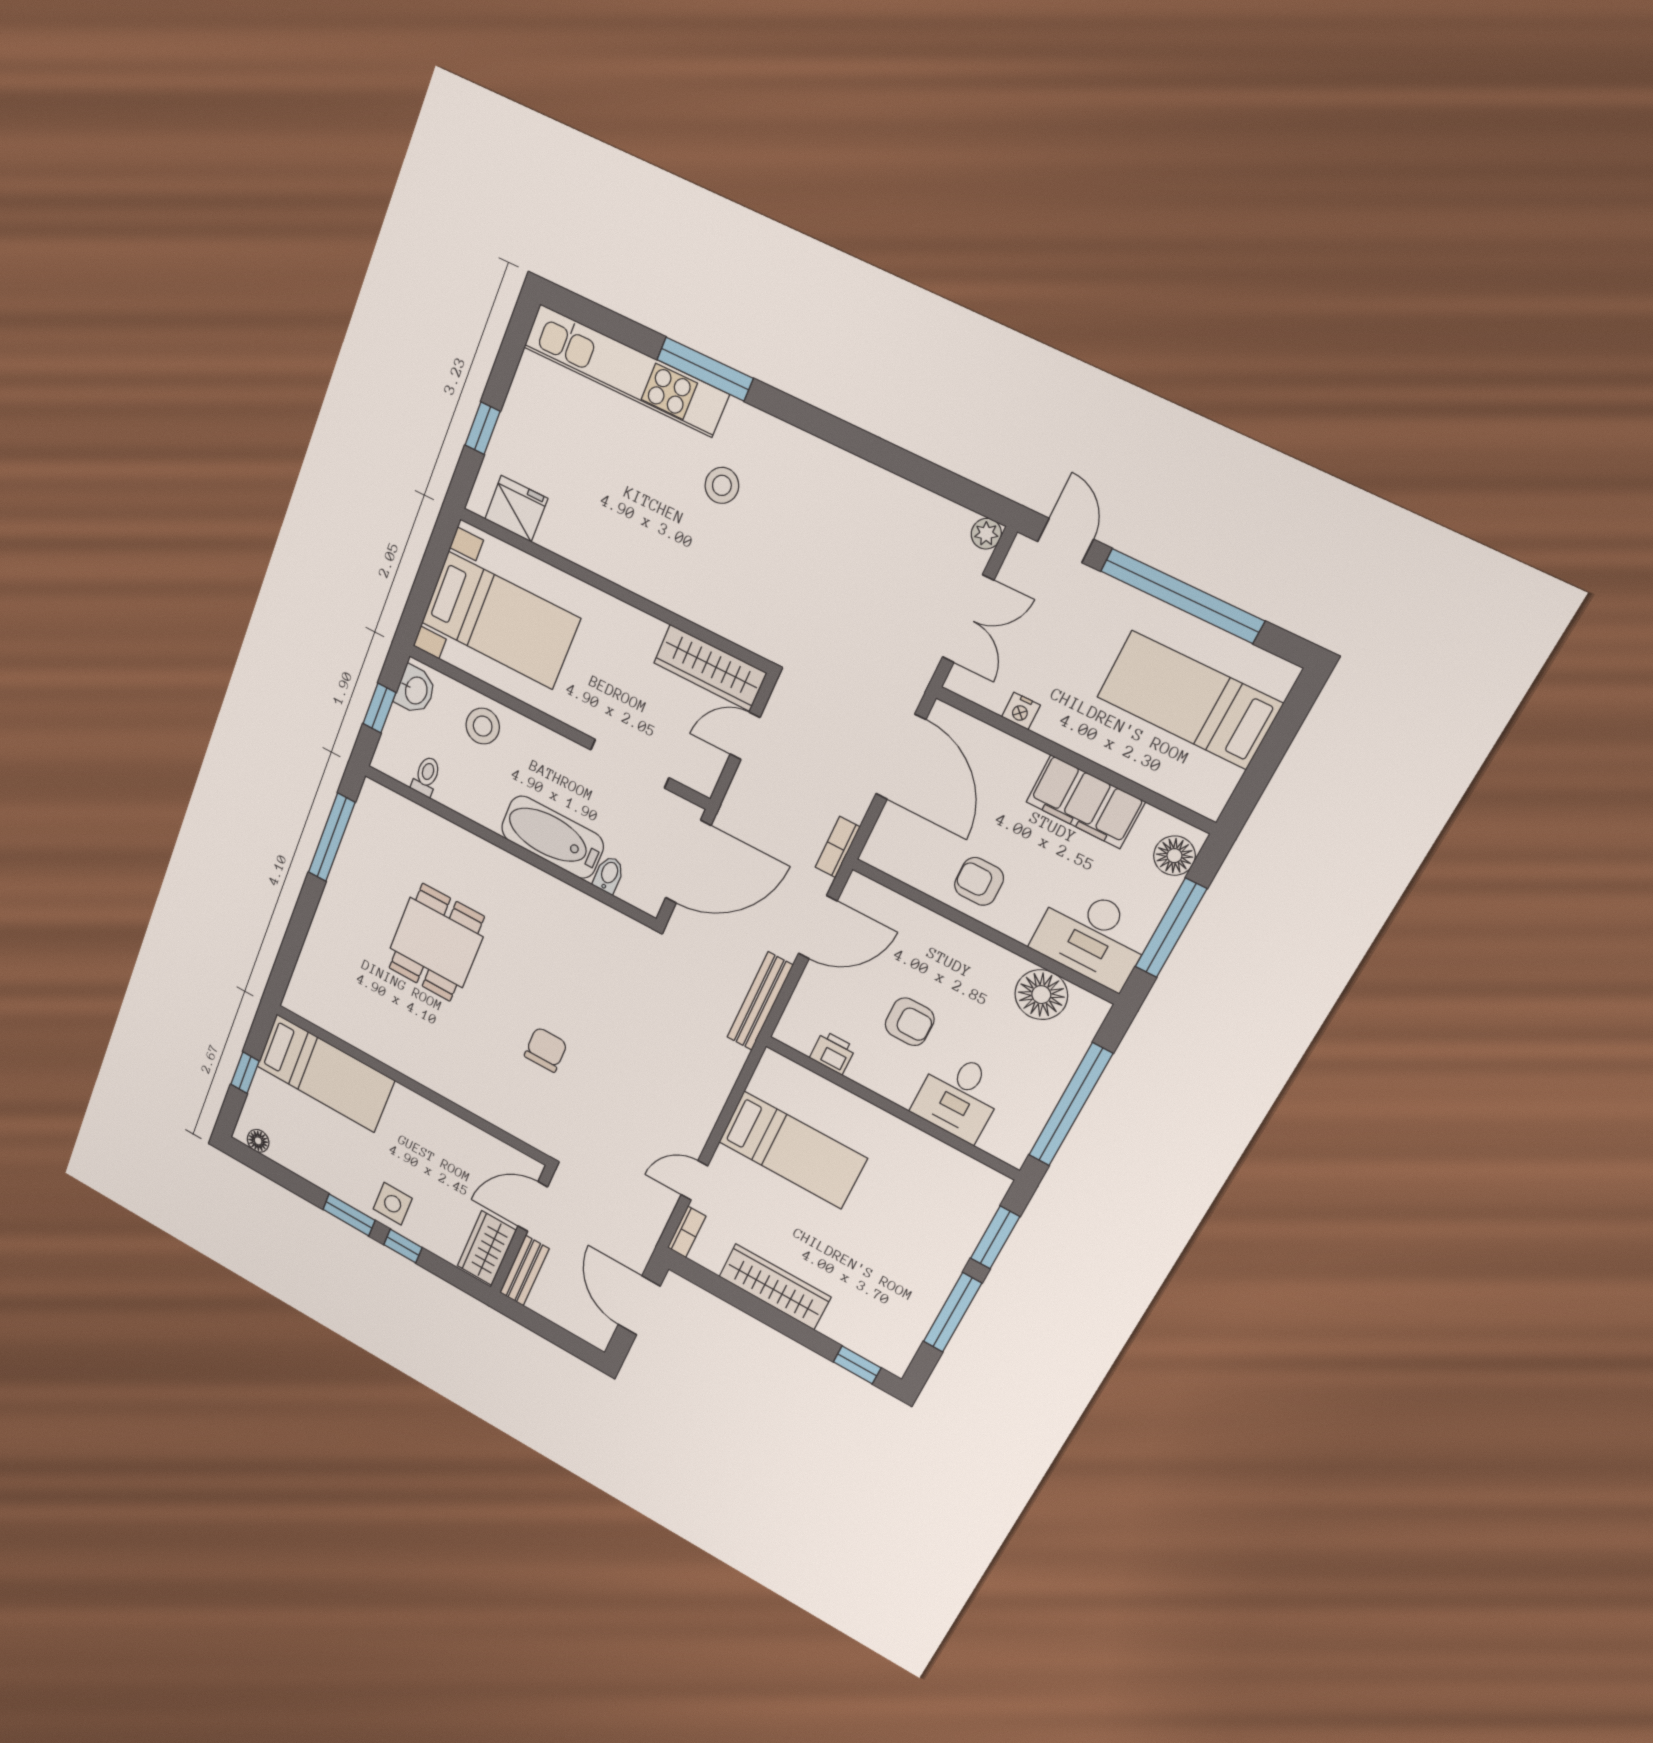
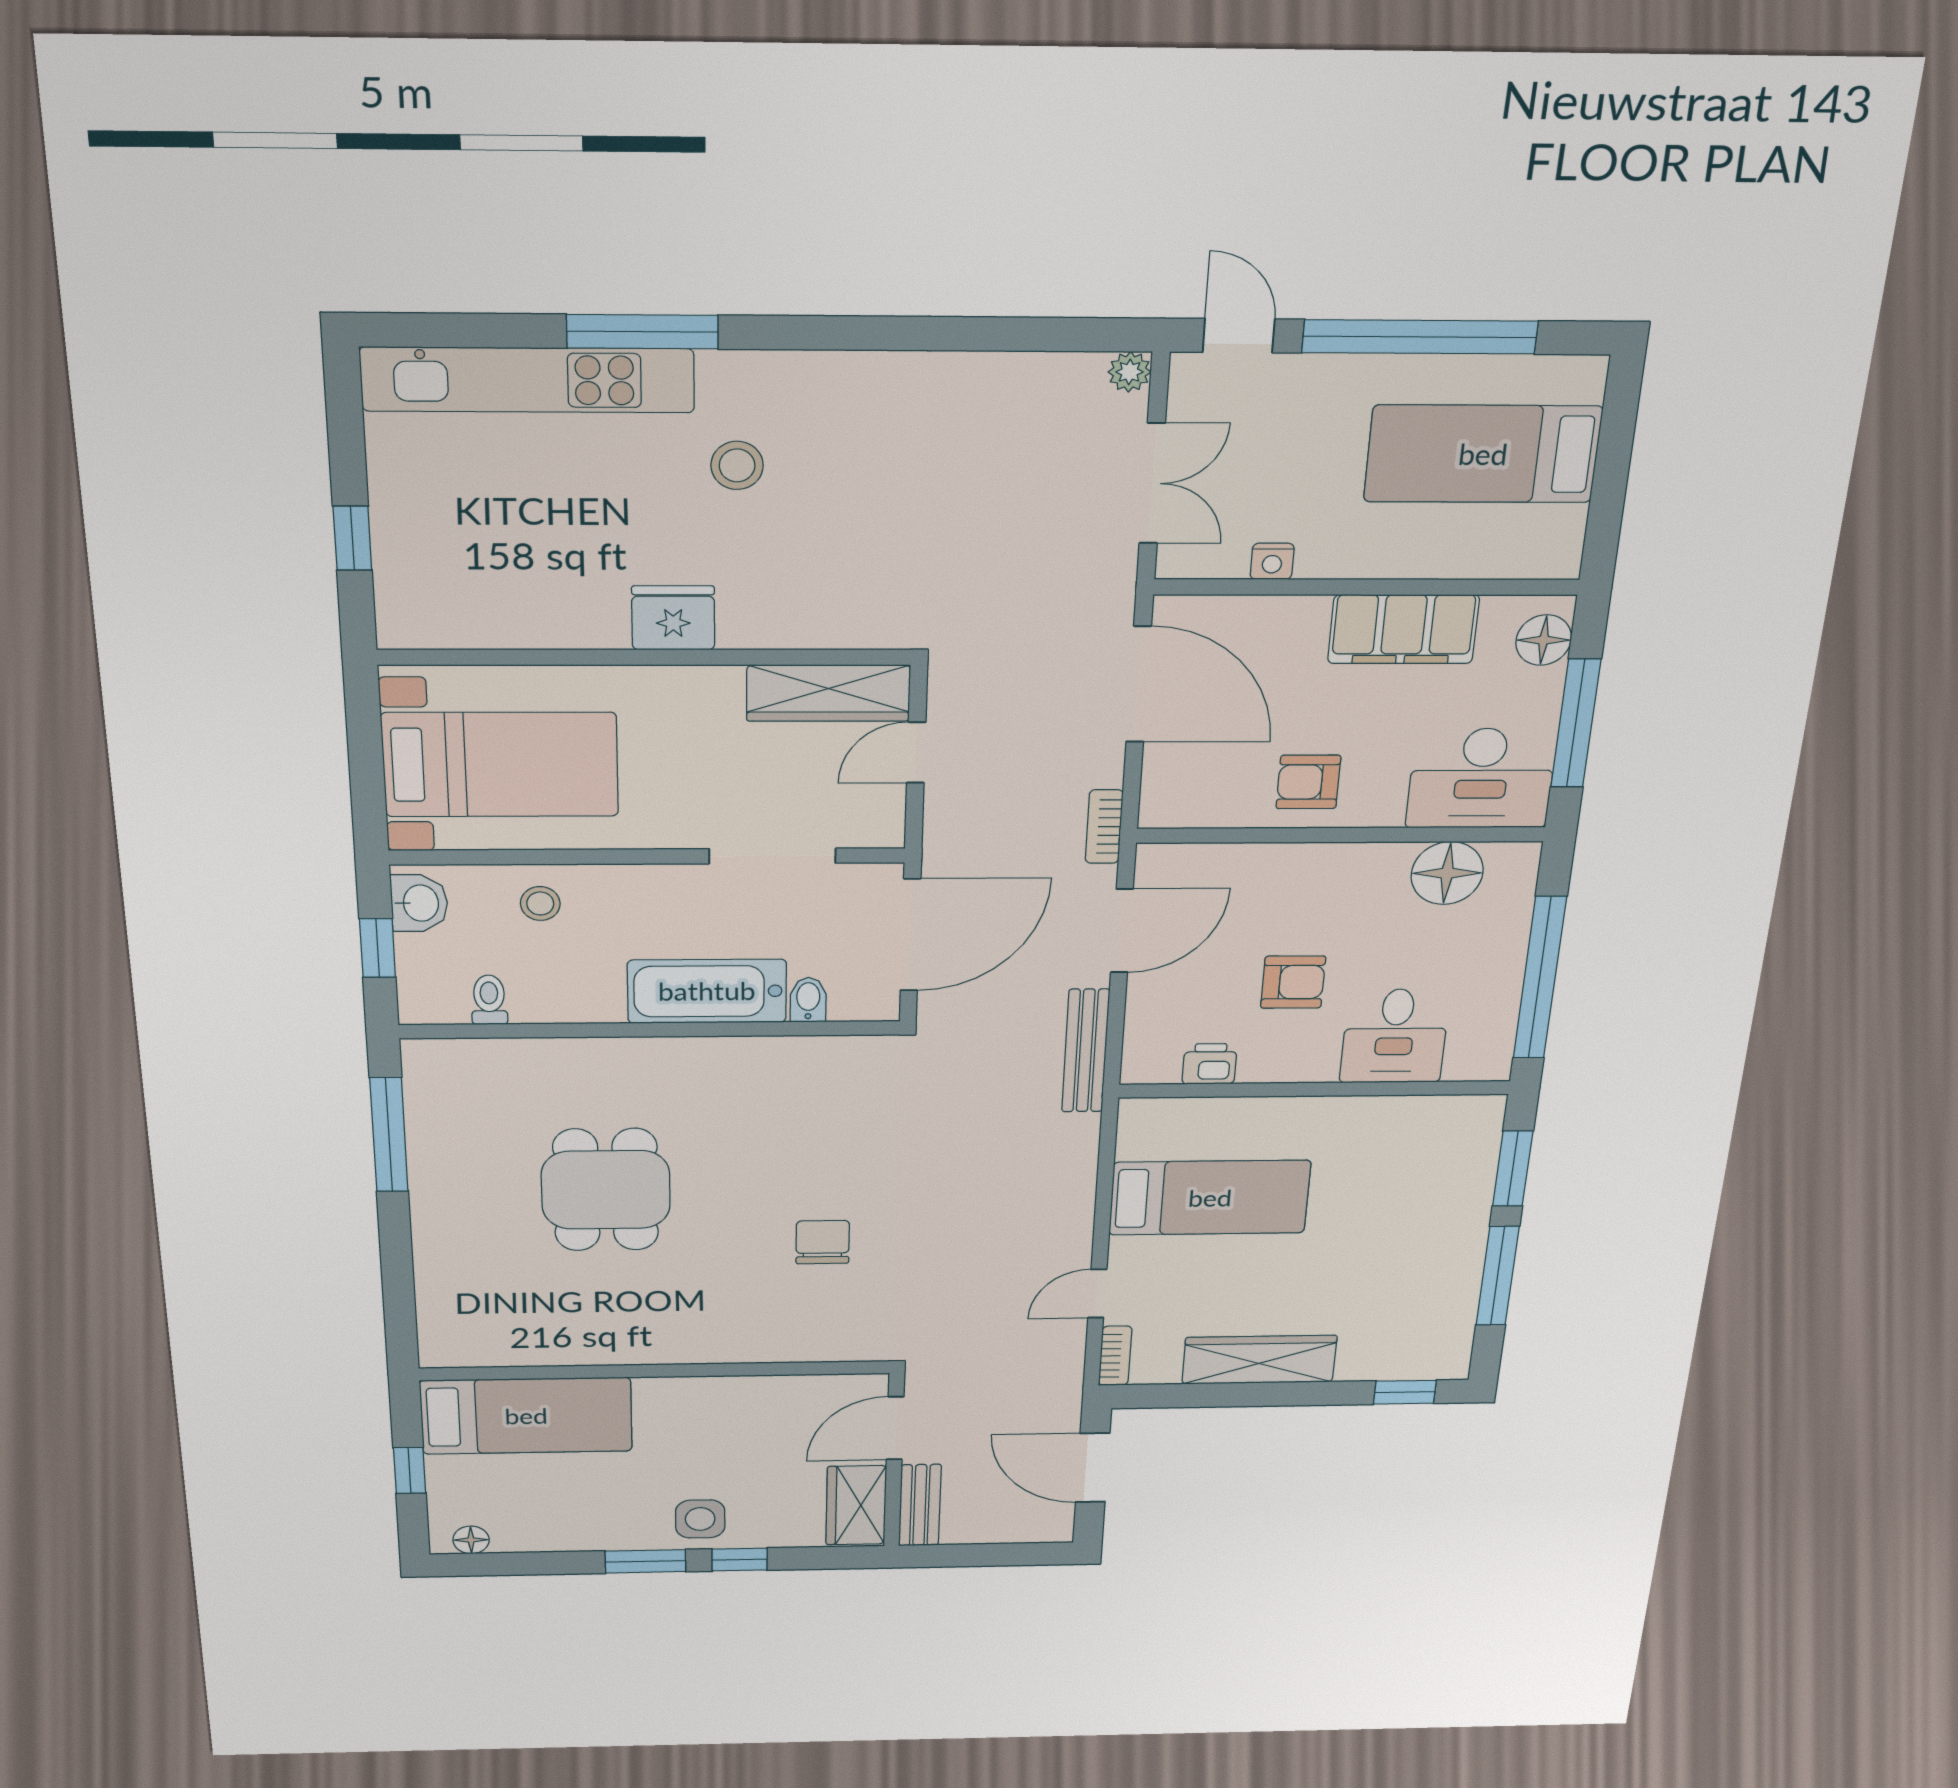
fridge: (516, 509) -> (673, 618), moved
stool: (483, 726) -> (540, 904), width x0.73, depth x0.73

